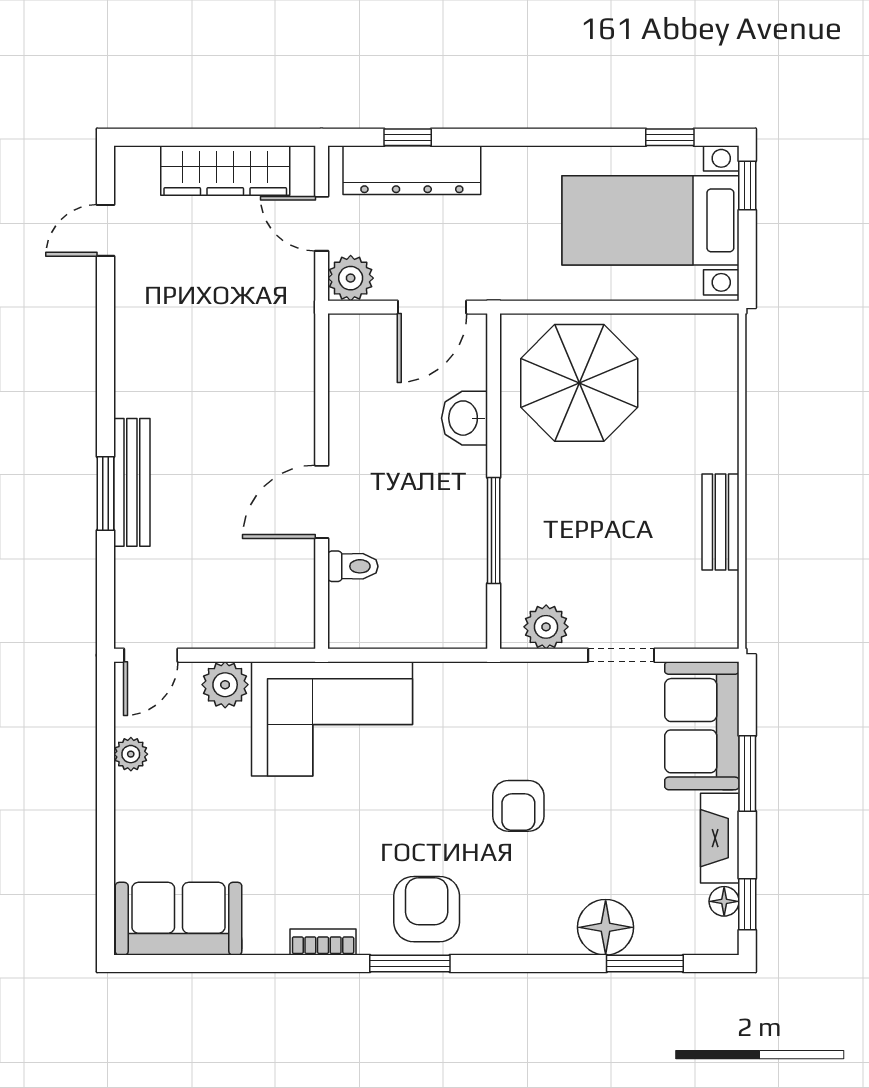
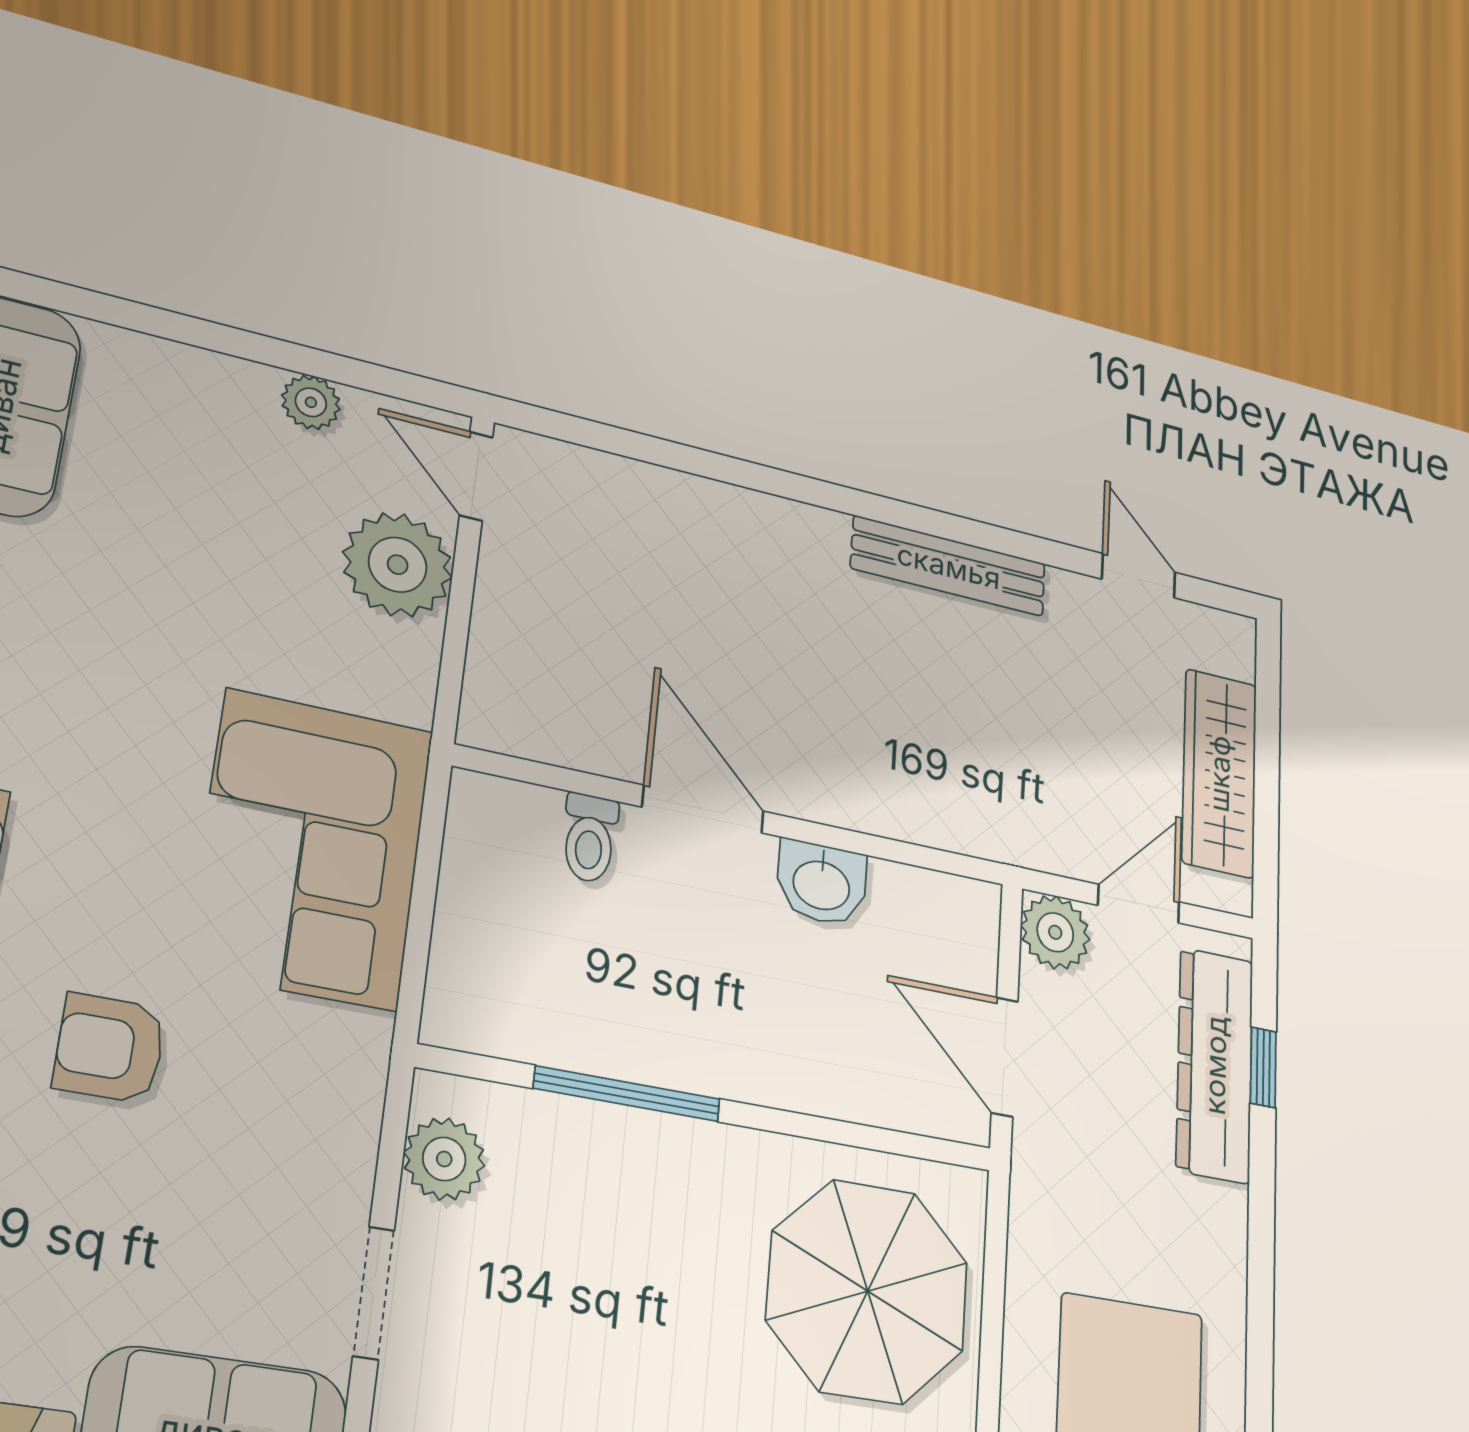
washbasin: (464, 418) -> (822, 883), moved, turned 180
bench: (132, 482) -> (949, 566), moved
window: (106, 494) -> (746, 474), removed
plant: (225, 685) -> (398, 565), width x1.36, depth x1.36
corner sofa: (332, 719) -> (311, 849), moved

